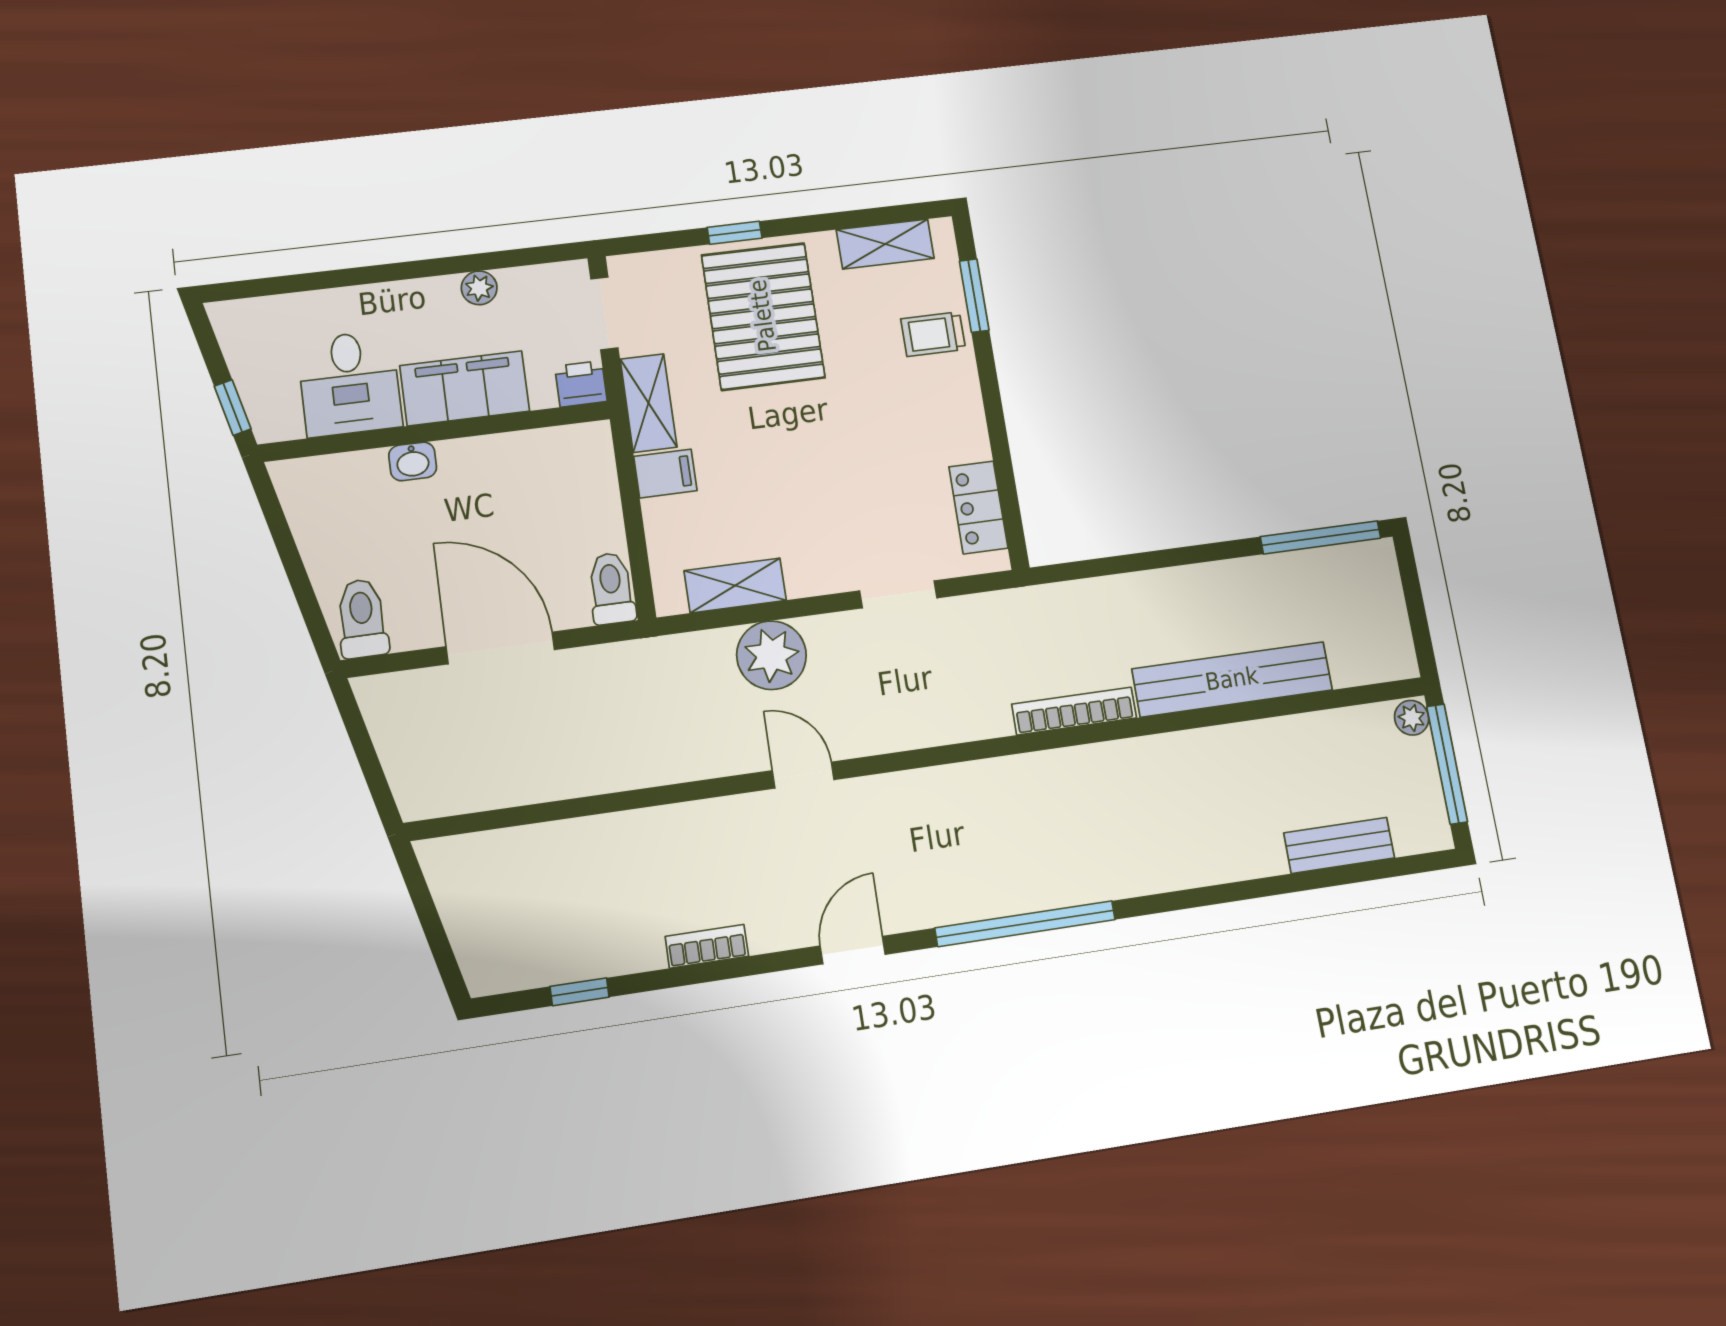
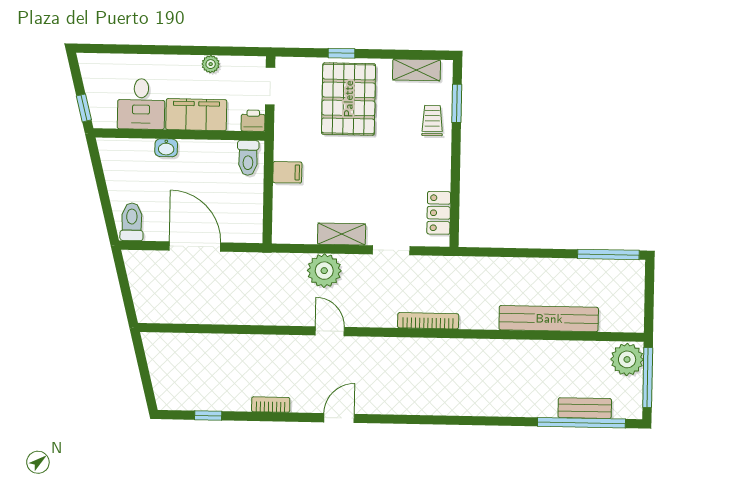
trolley: (933, 334) -> (432, 121), turned 90
shelving: (648, 403) -> (285, 135), removed
shelving: (735, 585) -> (342, 234), moved
toilet: (611, 588) -> (248, 158), moved, turned 180
bookcase: (1074, 711) -> (428, 321), moved
plant: (1412, 718) -> (627, 359), width x1.87, depth x1.87
window: (1025, 924) -> (581, 423), moved

